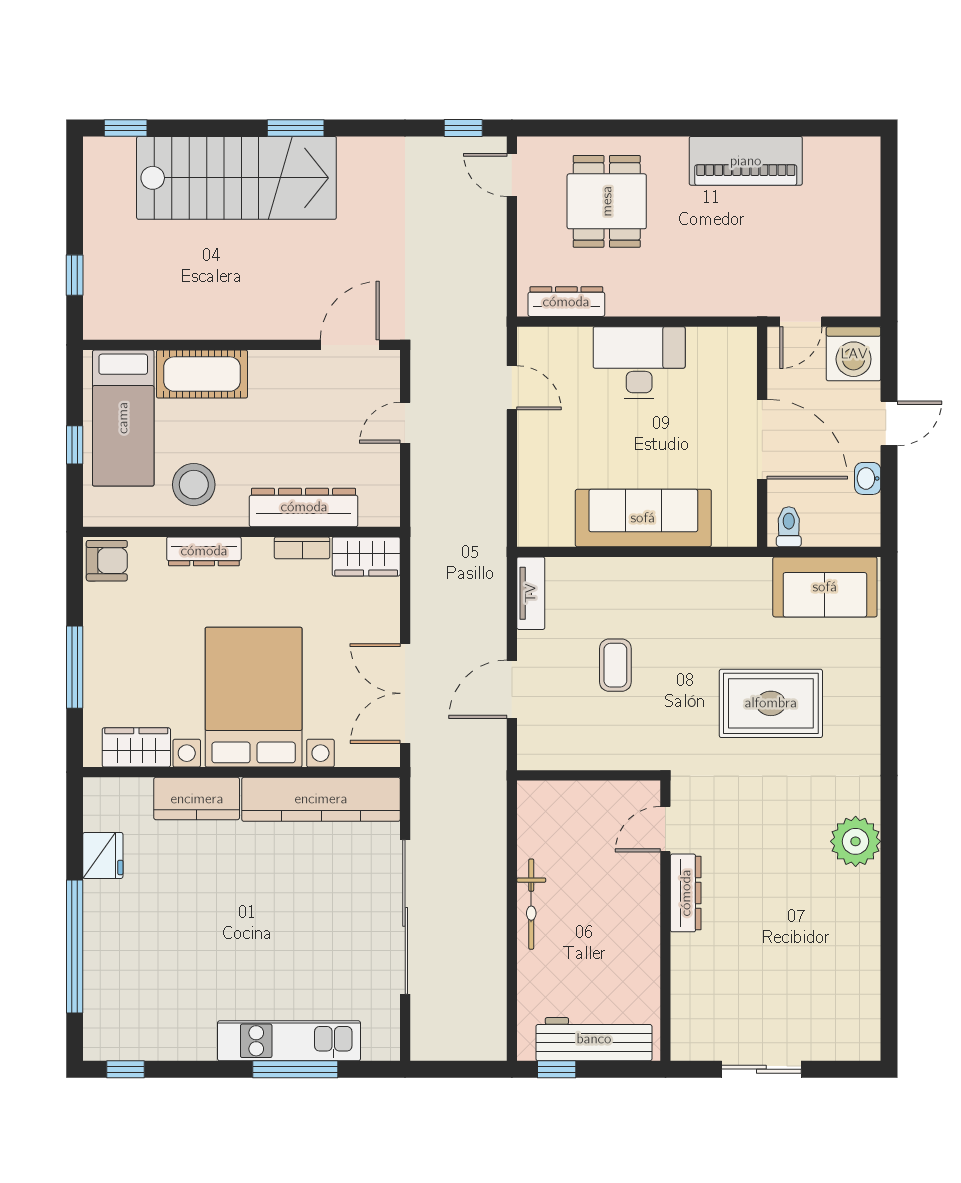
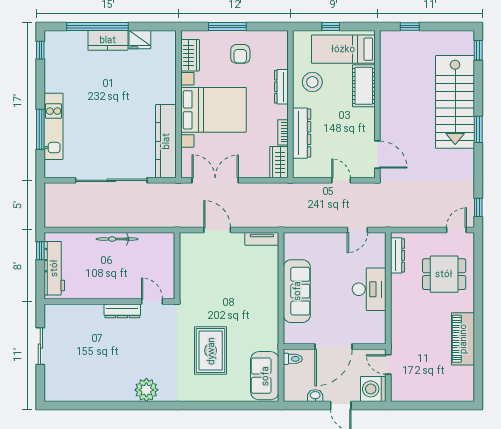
armchair: (107, 561) -> (240, 54), moved
coffee table: (615, 665) -> (228, 278), removed
kitchen counter: (197, 799) -> (108, 40), moved, turned -90

